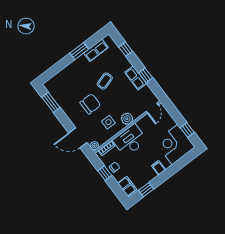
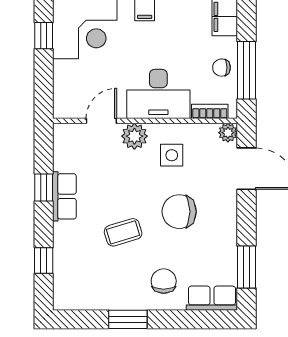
row of seats: (96, 50) -> (212, 298), moved
chair: (77, 75) -> (164, 281), added
door: (152, 108) -> (101, 121), moved
window: (105, 173) -> (246, 70), width x2.17

